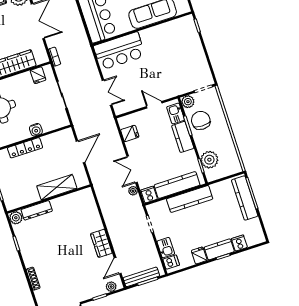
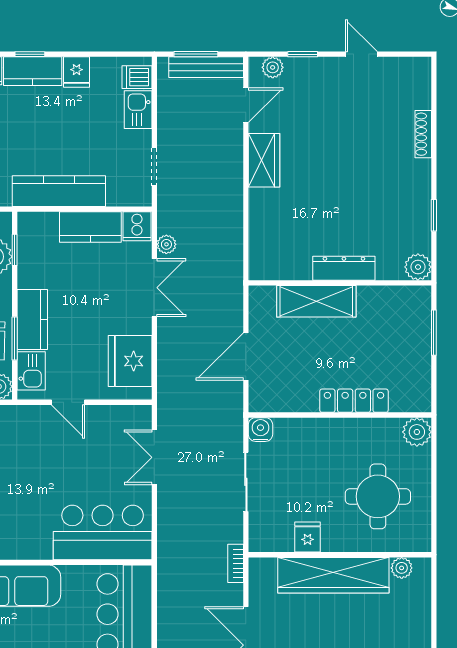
fridge: (38, 75) -> (308, 537), moved
water cooler: (36, 130) -> (260, 430), moved
fridge: (130, 133) -> (130, 361), width x1.88, depth x1.34
kitchen counter: (177, 185) -> (90, 227), width x0.67
dresser: (37, 210) -> (344, 268), moved

